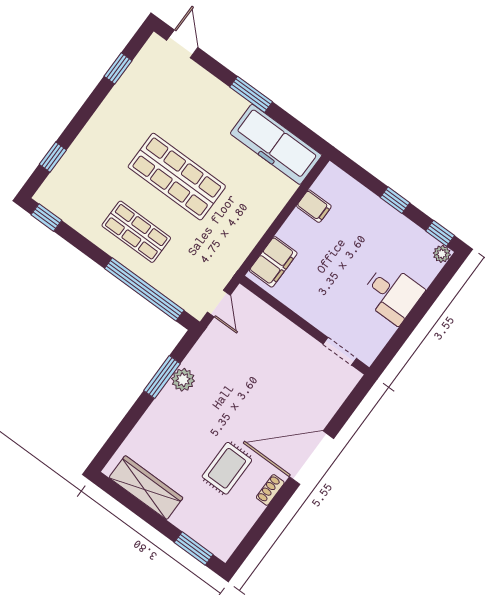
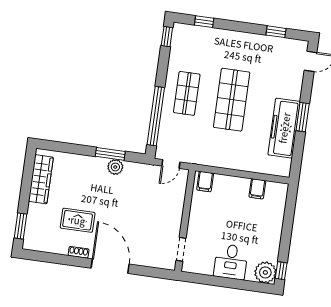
freezer: (276, 144) -> (284, 128), moved
window: (395, 200) -> (286, 234), removed
plant: (442, 254) -> (265, 272), width x1.87, depth x1.87
filing cabinet: (273, 262) -> (205, 182), width x0.50

